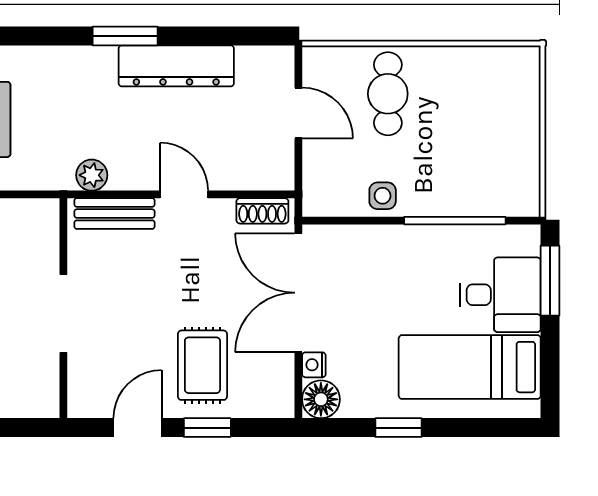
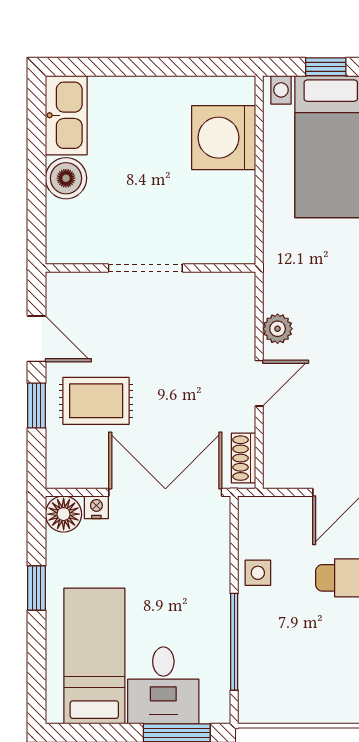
plant: (92, 175) -> (278, 329), moved
bench: (114, 214) -> (241, 317), removed

